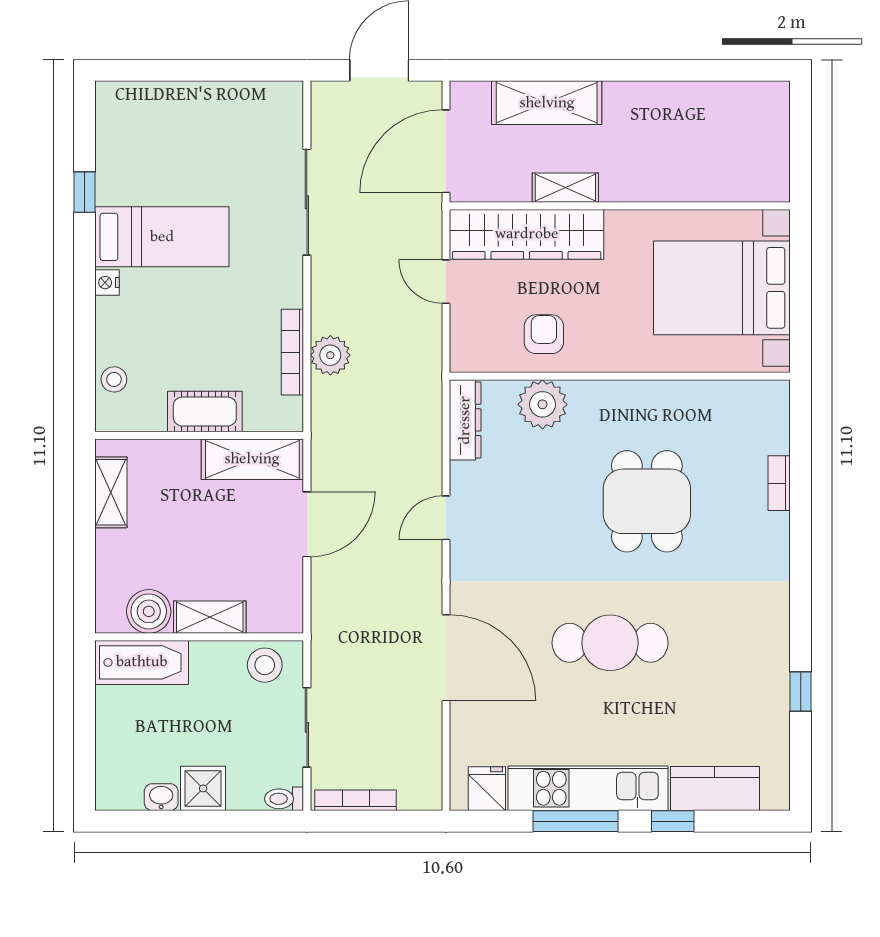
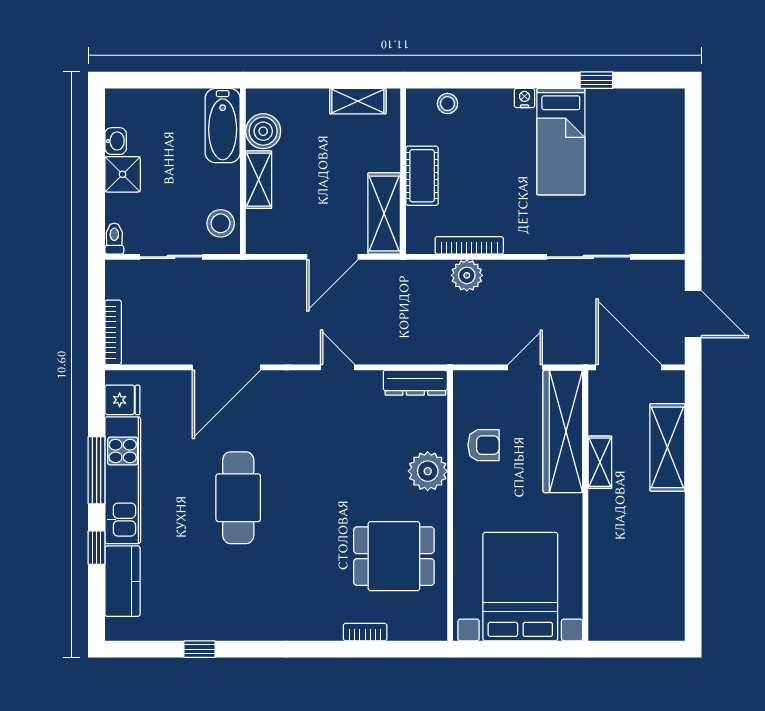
plant: (542, 404) -> (428, 471), moved
dining table: (647, 501) -> (394, 556), moved
door: (307, 524) -> (332, 257), hinge flipped
bookcase: (356, 800) -> (113, 332), moved

